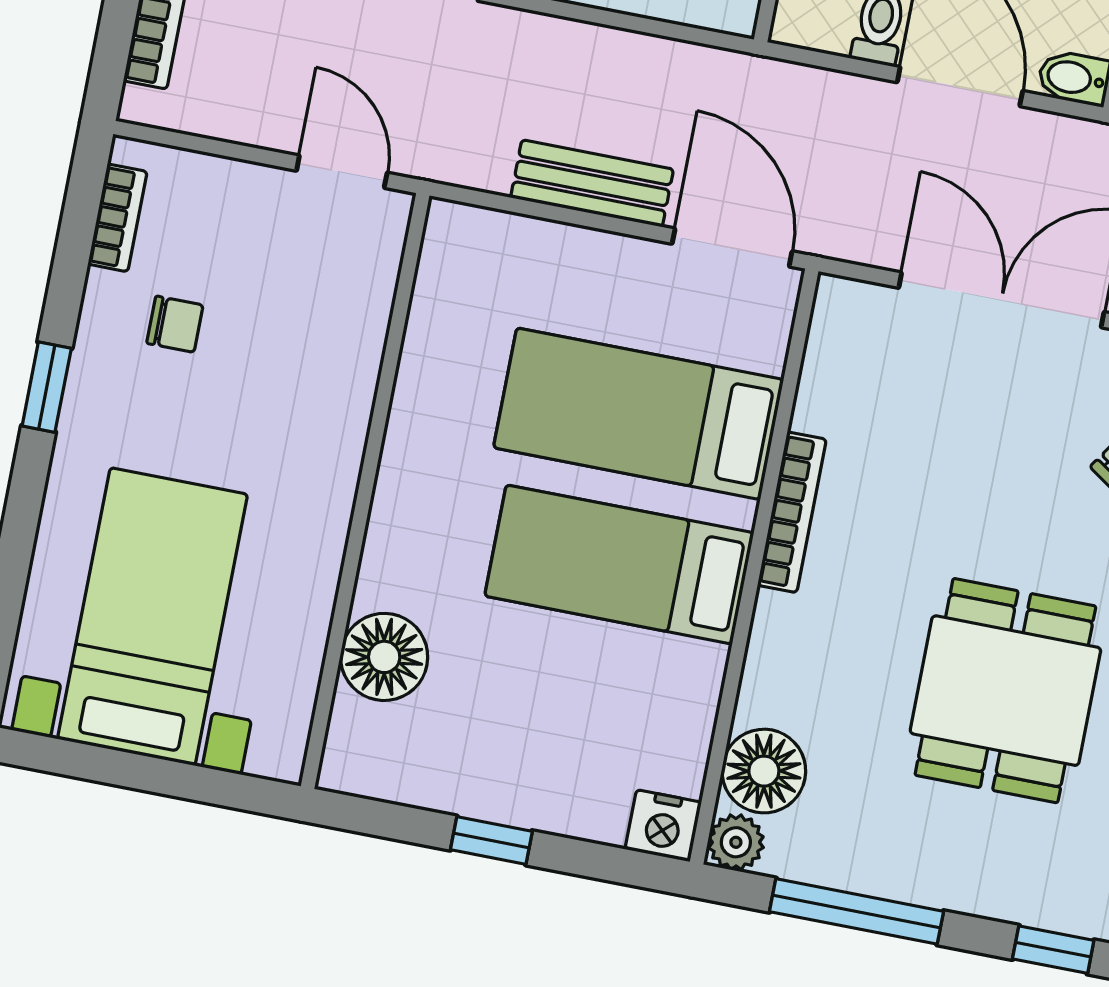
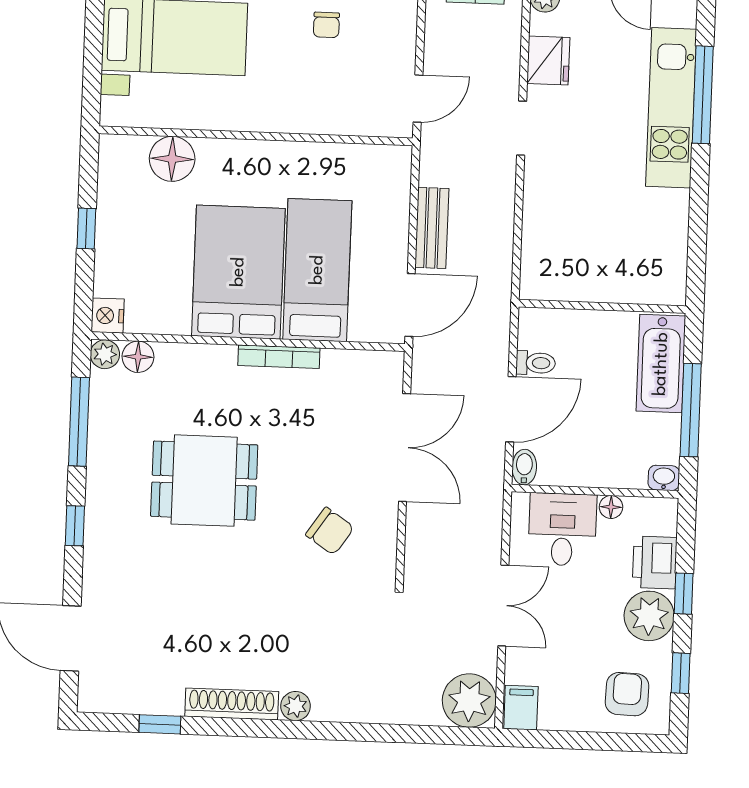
bed: (619, 564) -> (238, 272), width x1.50
floor lamp: (764, 771) -> (138, 357), width x0.73, depth x0.73

